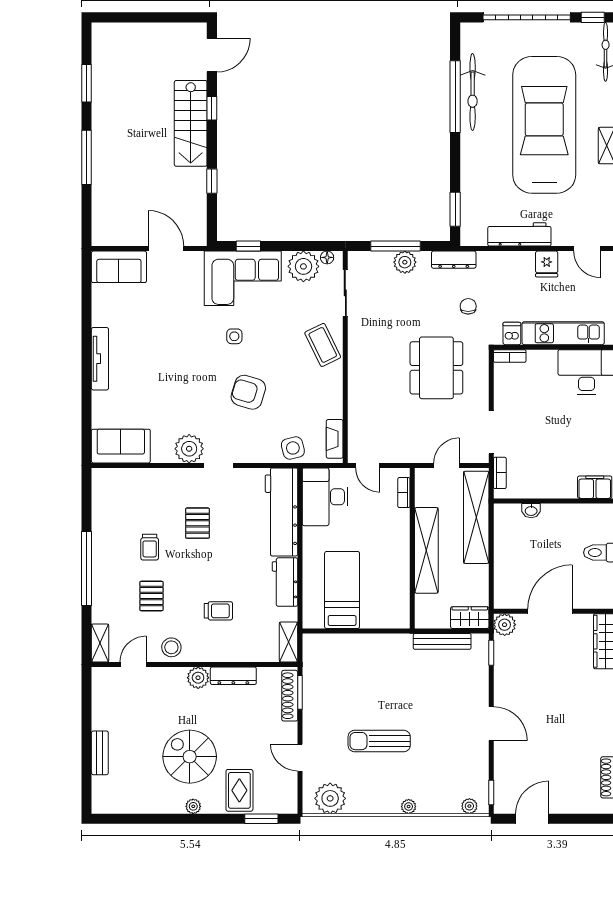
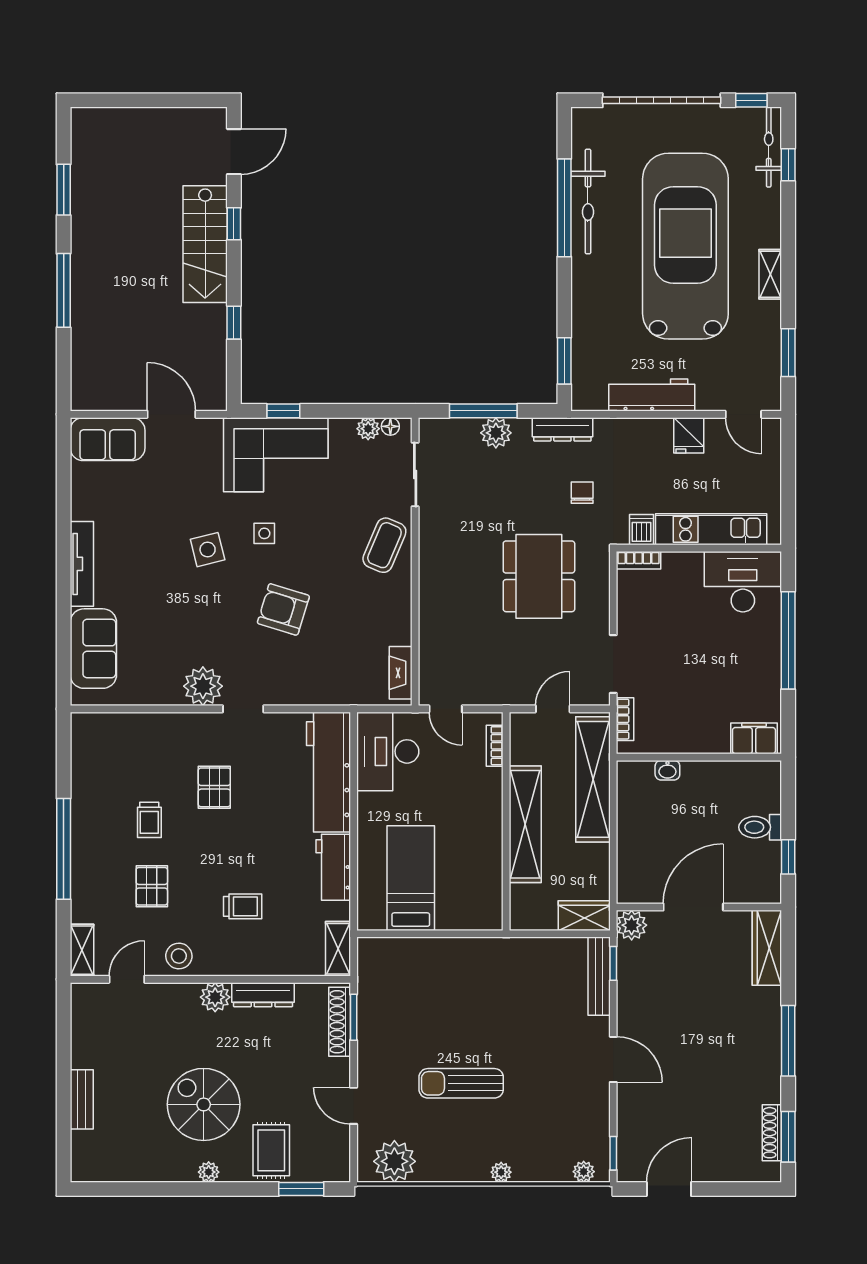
plant: (303, 266) -> (368, 429), width x0.53, depth x0.53
coffee table: (323, 345) -> (384, 545), turned 49
sofa: (121, 446) -> (93, 649), moved, turned 90
side table: (293, 448) -> (208, 550), moved
bench: (442, 641) -> (599, 976), moved, turned 90

